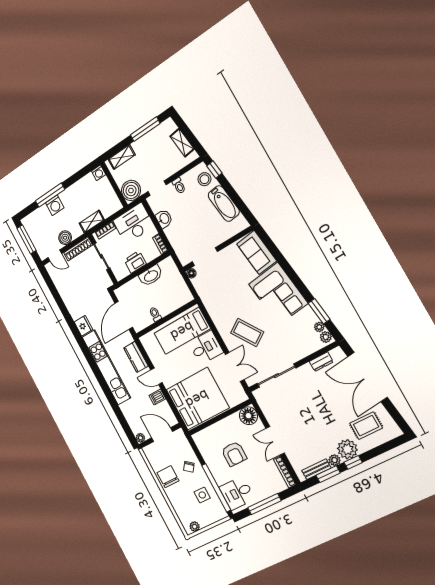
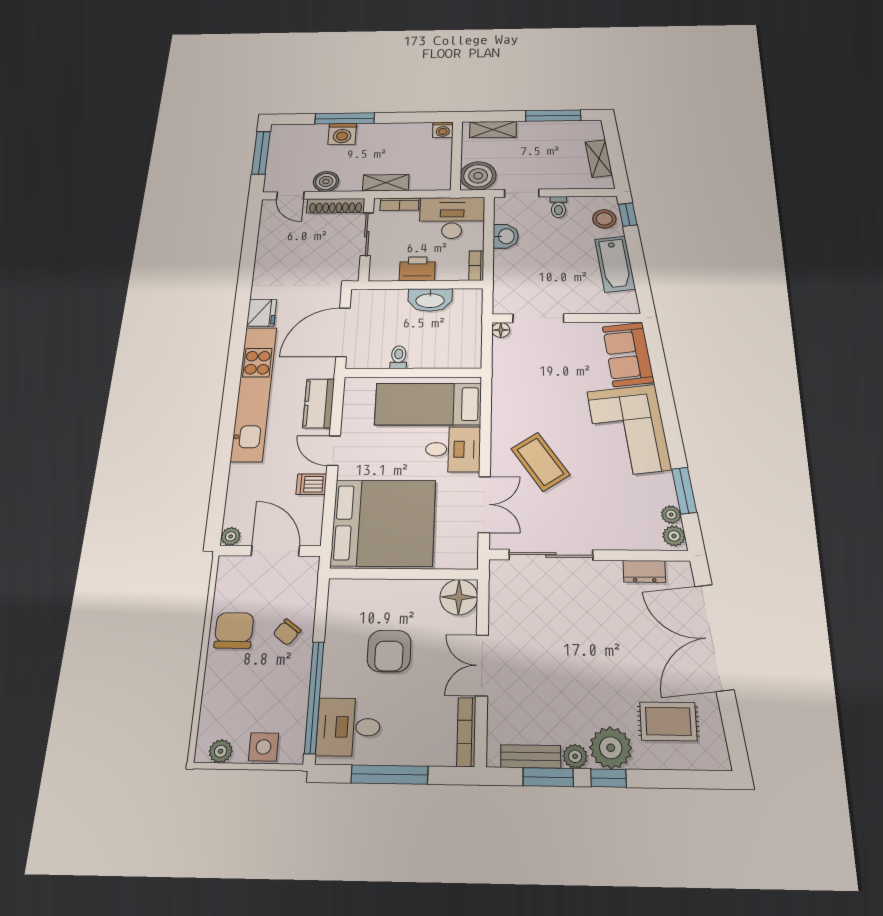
side table: (202, 495) -> (264, 747), moved

